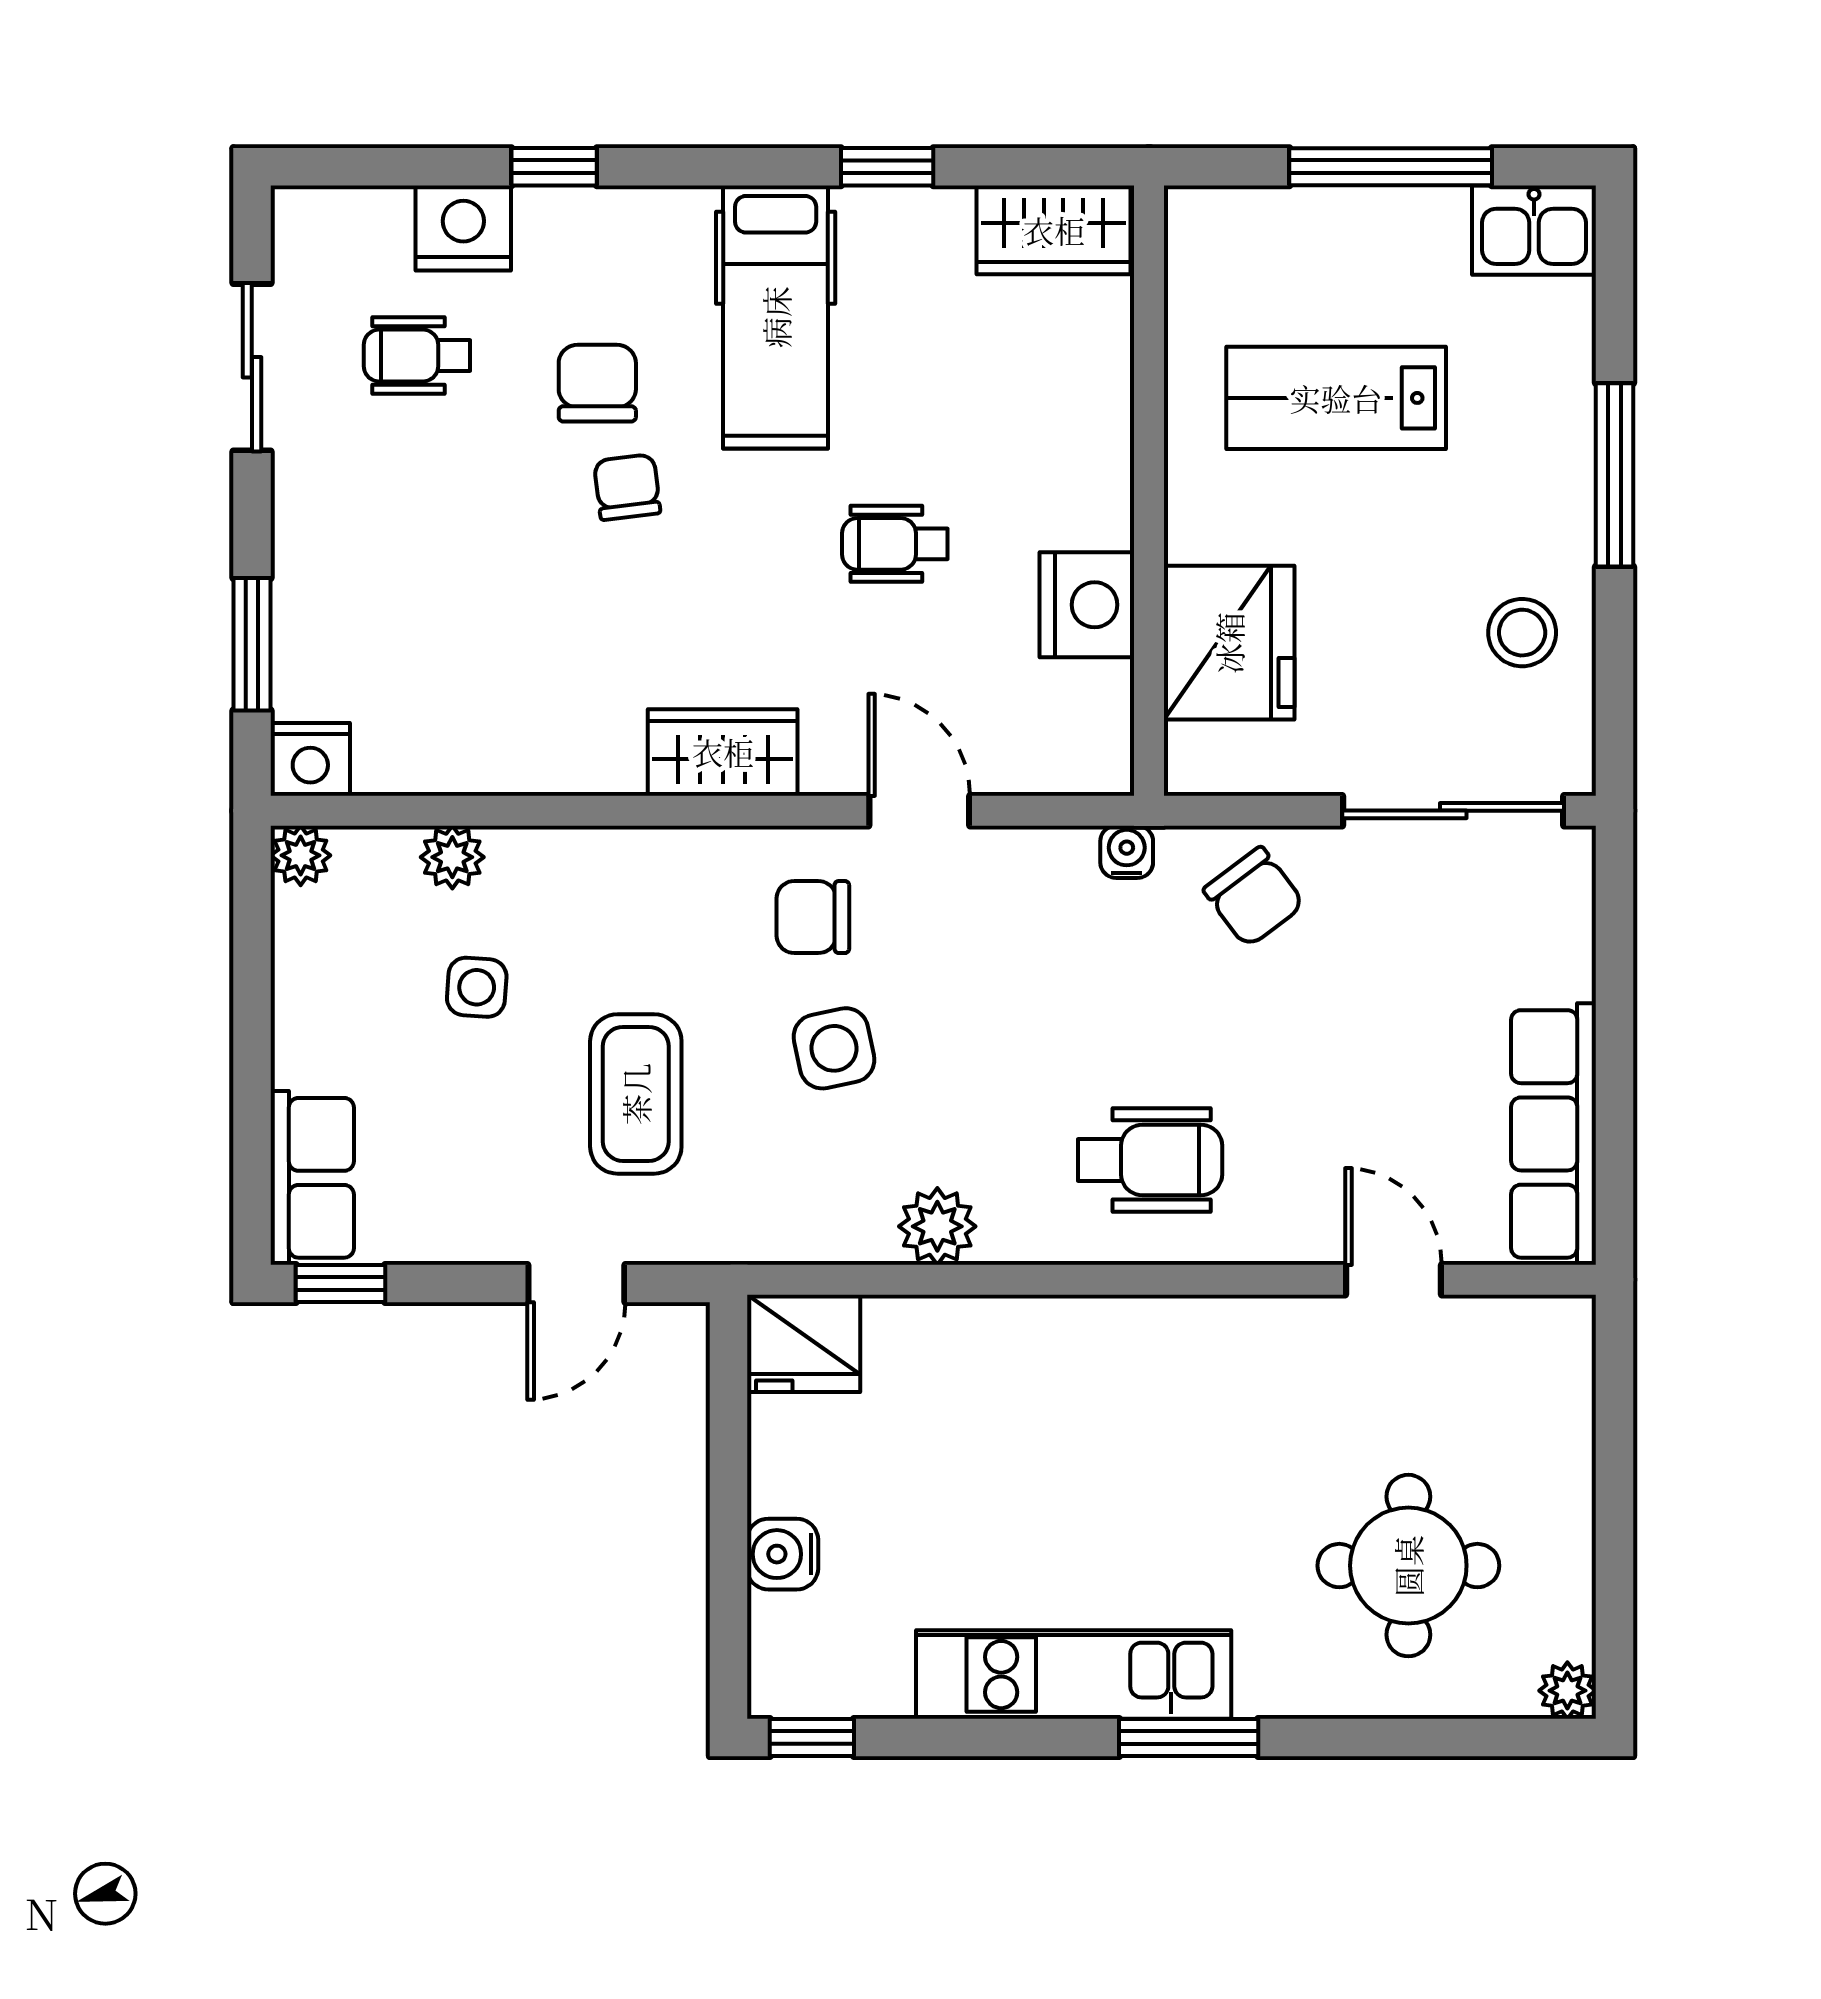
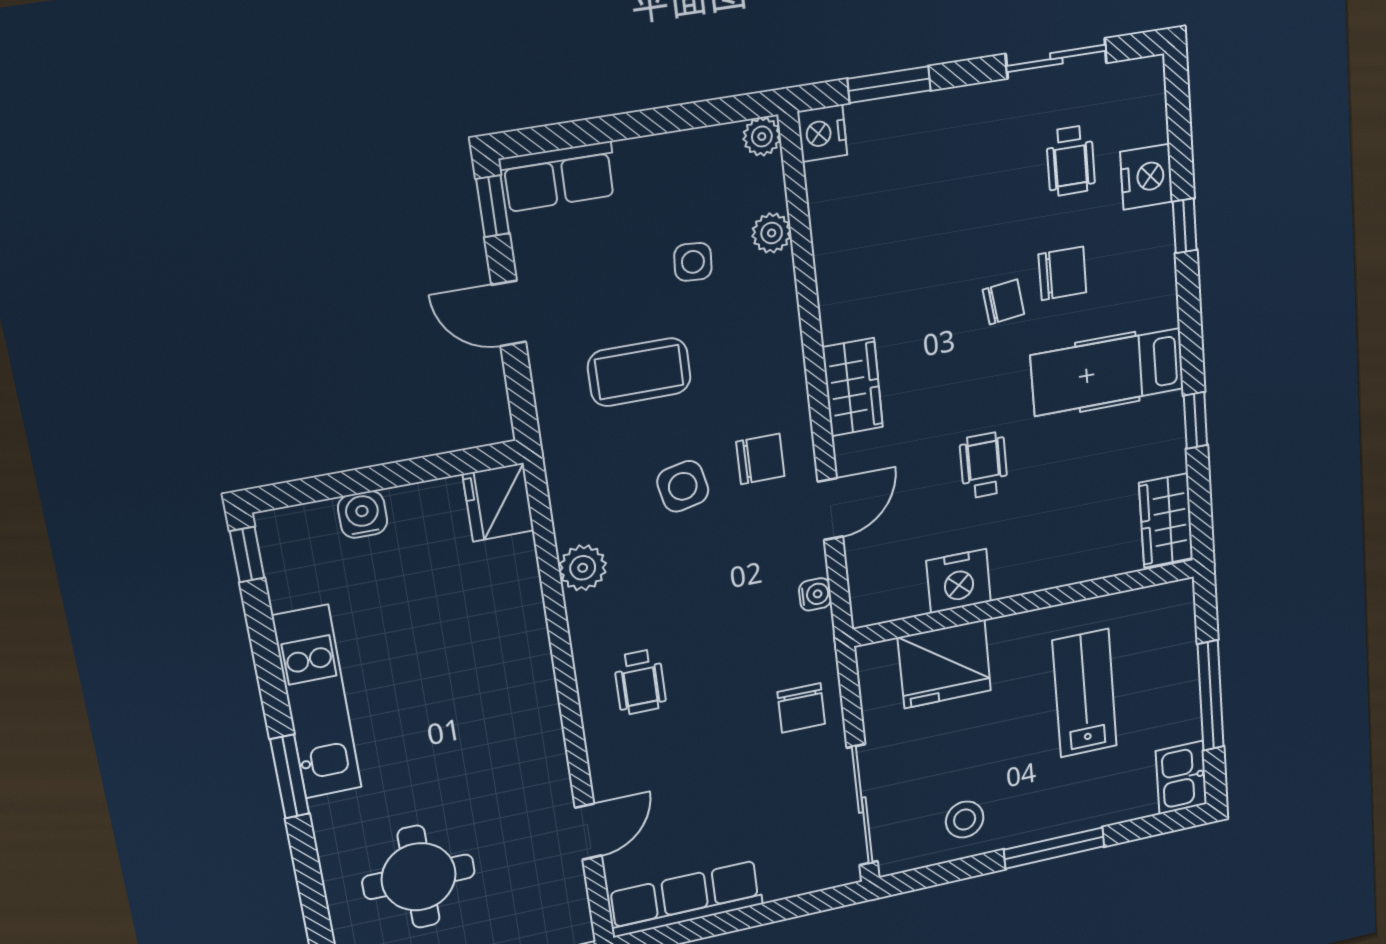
wheelchair: (417, 356) -> (1071, 161), turned 180
water cooler: (1127, 852) -> (815, 594), moved
chair: (1254, 897) -> (801, 708), turned -53
chair: (813, 917) -> (760, 459), turned 90
wheelchair: (1150, 1160) -> (640, 682), width x0.73, depth x0.73
door: (576, 1283) -> (509, 313), moved

